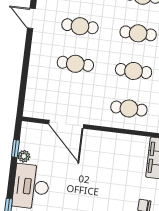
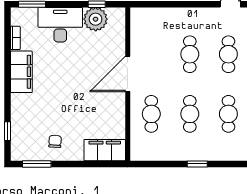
door: (66, 124) -> (128, 74), moved
plant: (24, 156) -> (96, 19), width x1.88, depth x1.88

